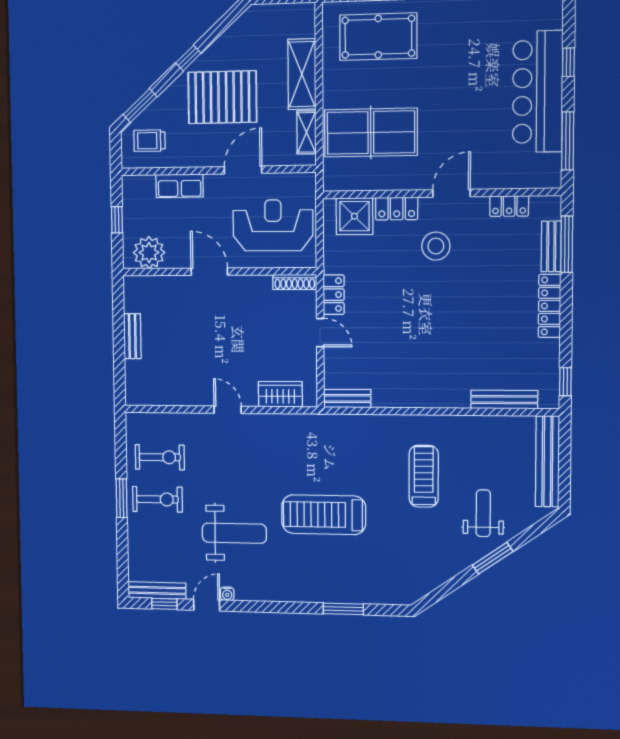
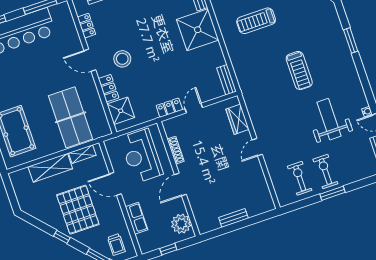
shoe rack: (295, 282) -> (176, 150), moved
shower: (441, 381) -> (198, 30), added
treadmill: (324, 515) -> (299, 71), width x0.73, depth x0.73

